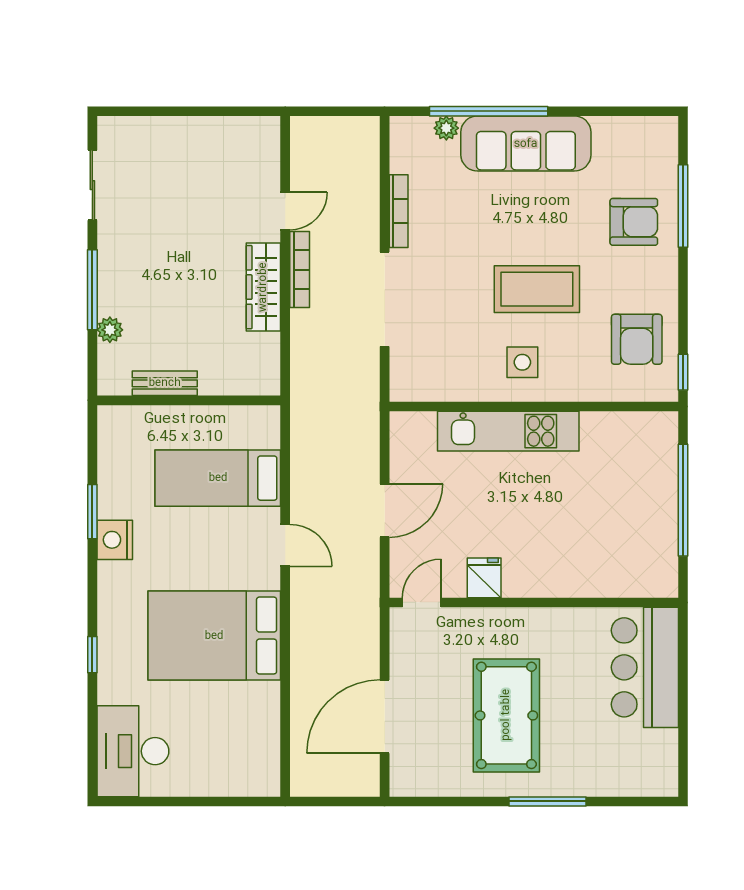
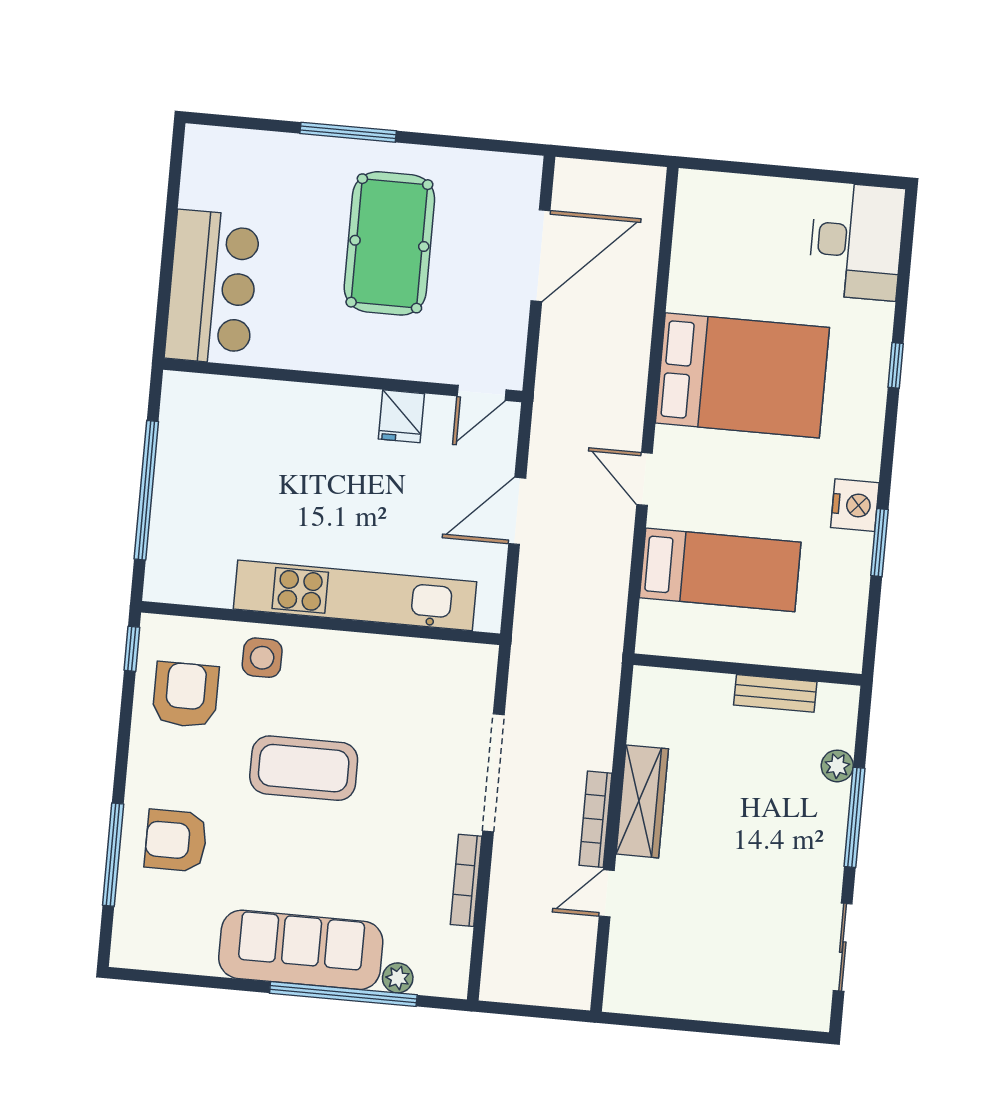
side table: (522, 362) -> (262, 658), moved
kitchen unit: (508, 431) -> (355, 595), width x1.36

